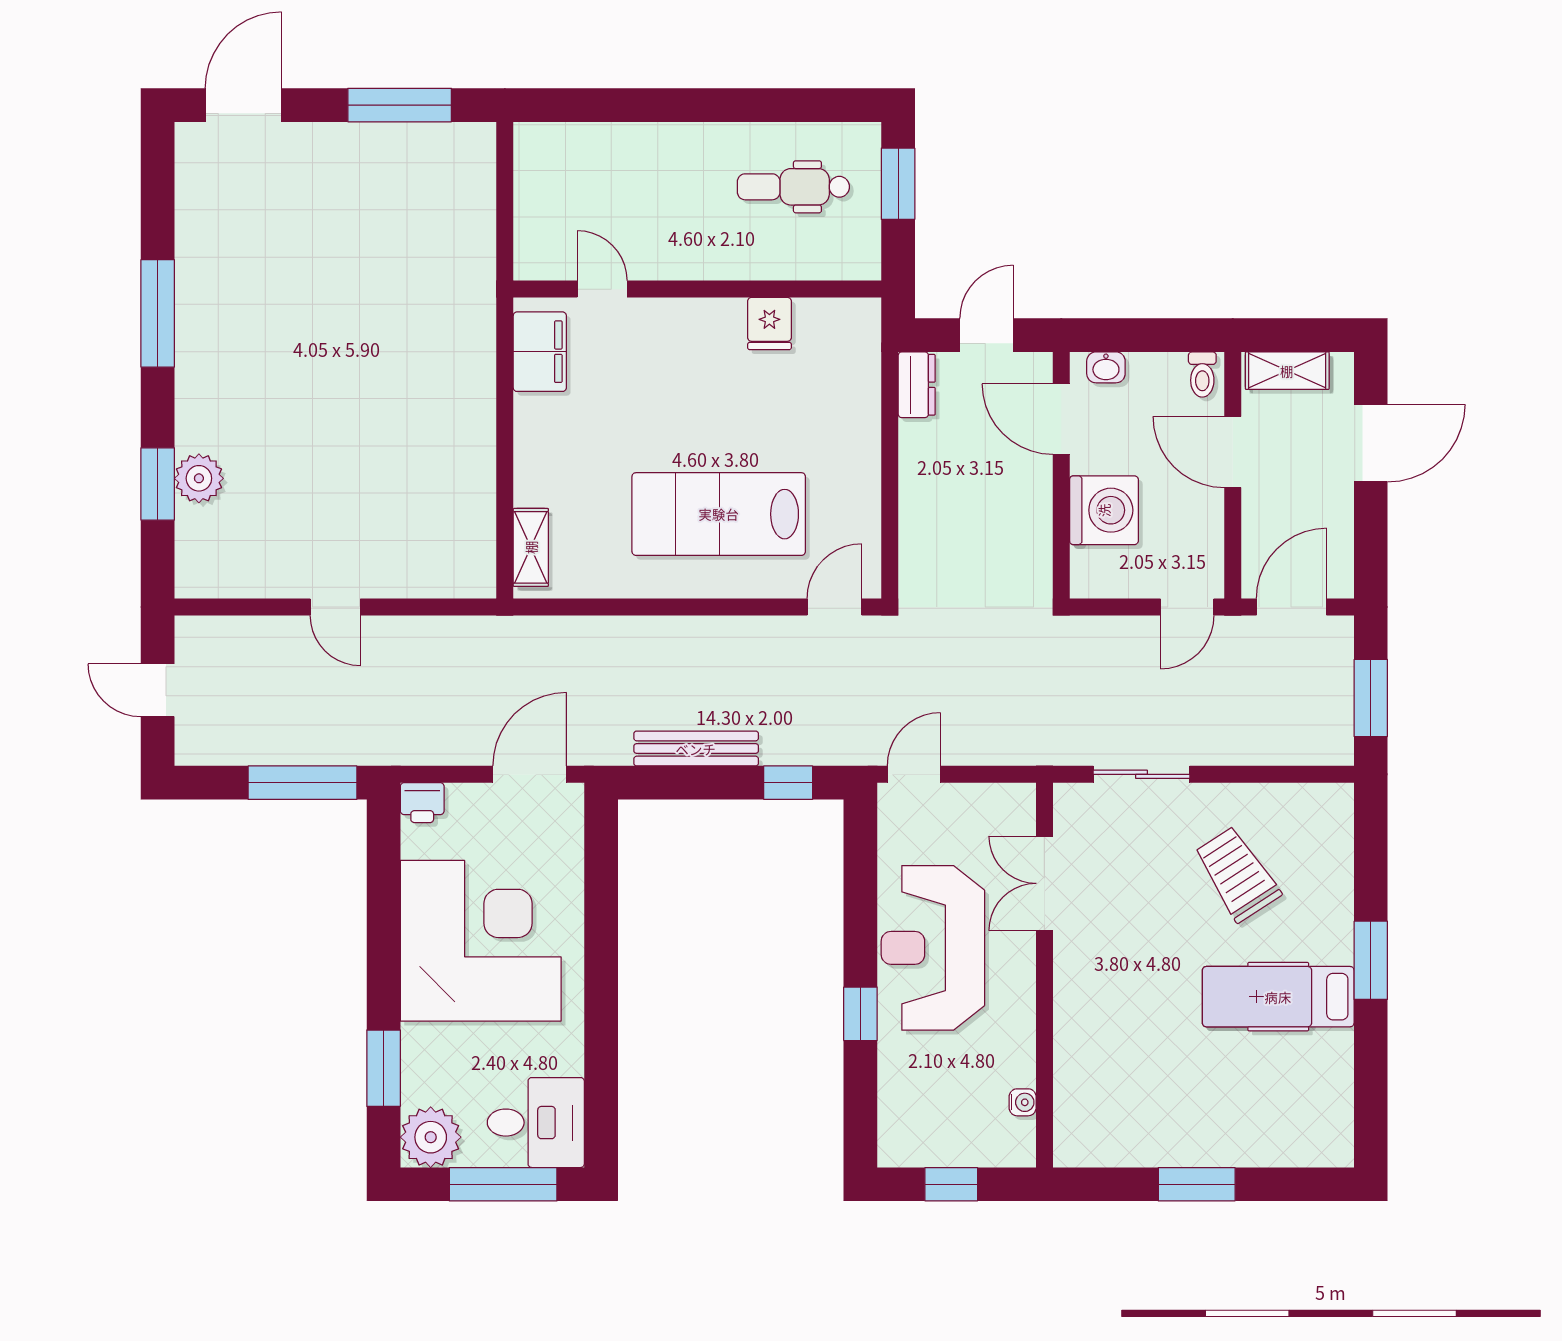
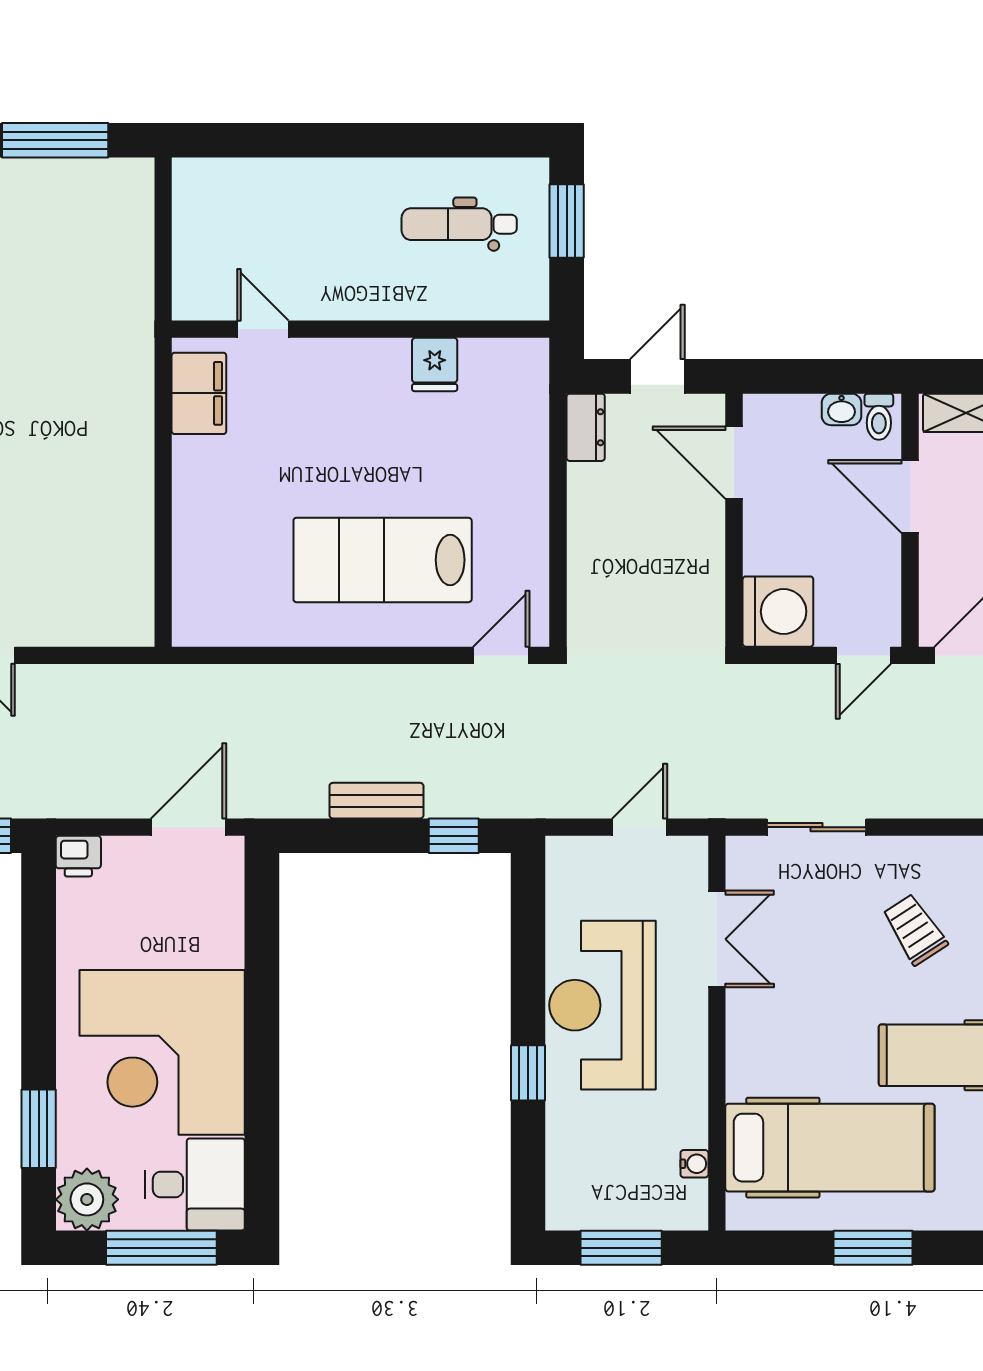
washbasin: (1106, 367) -> (841, 409), moved
washing machine: (1104, 510) -> (778, 612), moved
shelving: (531, 547) -> (190, 594), removed
bench: (696, 749) -> (376, 801), width x0.73
door: (914, 774) -> (640, 827), moved
trolley: (1237, 874) -> (915, 929), width x0.73, depth x0.72
double door: (1044, 883) -> (717, 939), swing flipped
corner desk: (481, 941) -> (162, 1052), moved, turned 180
hospital bed: (1155, 1087) -> (830, 1148), added
window: (951, 1184) -> (621, 1248), width x1.50

